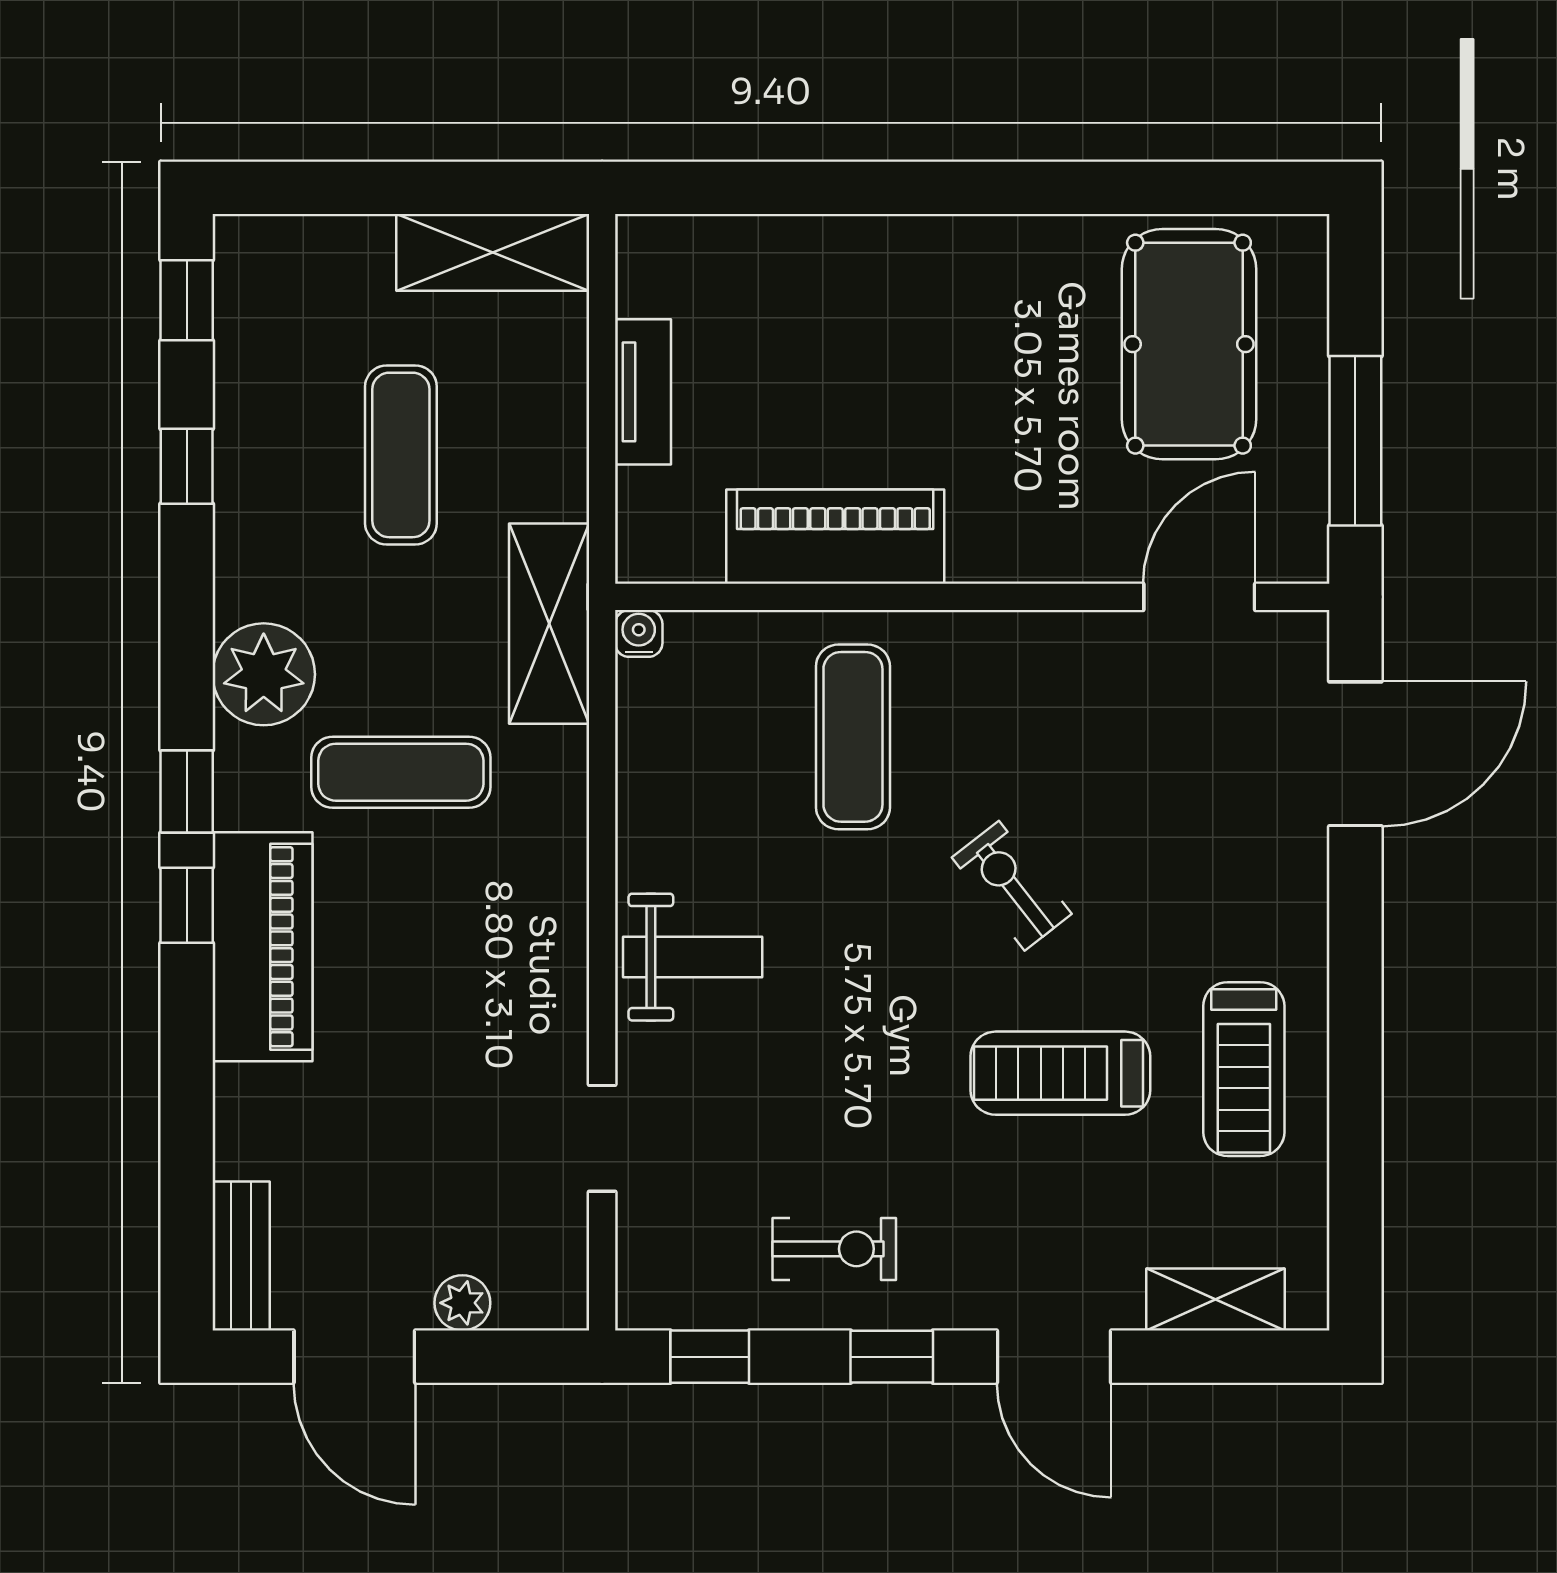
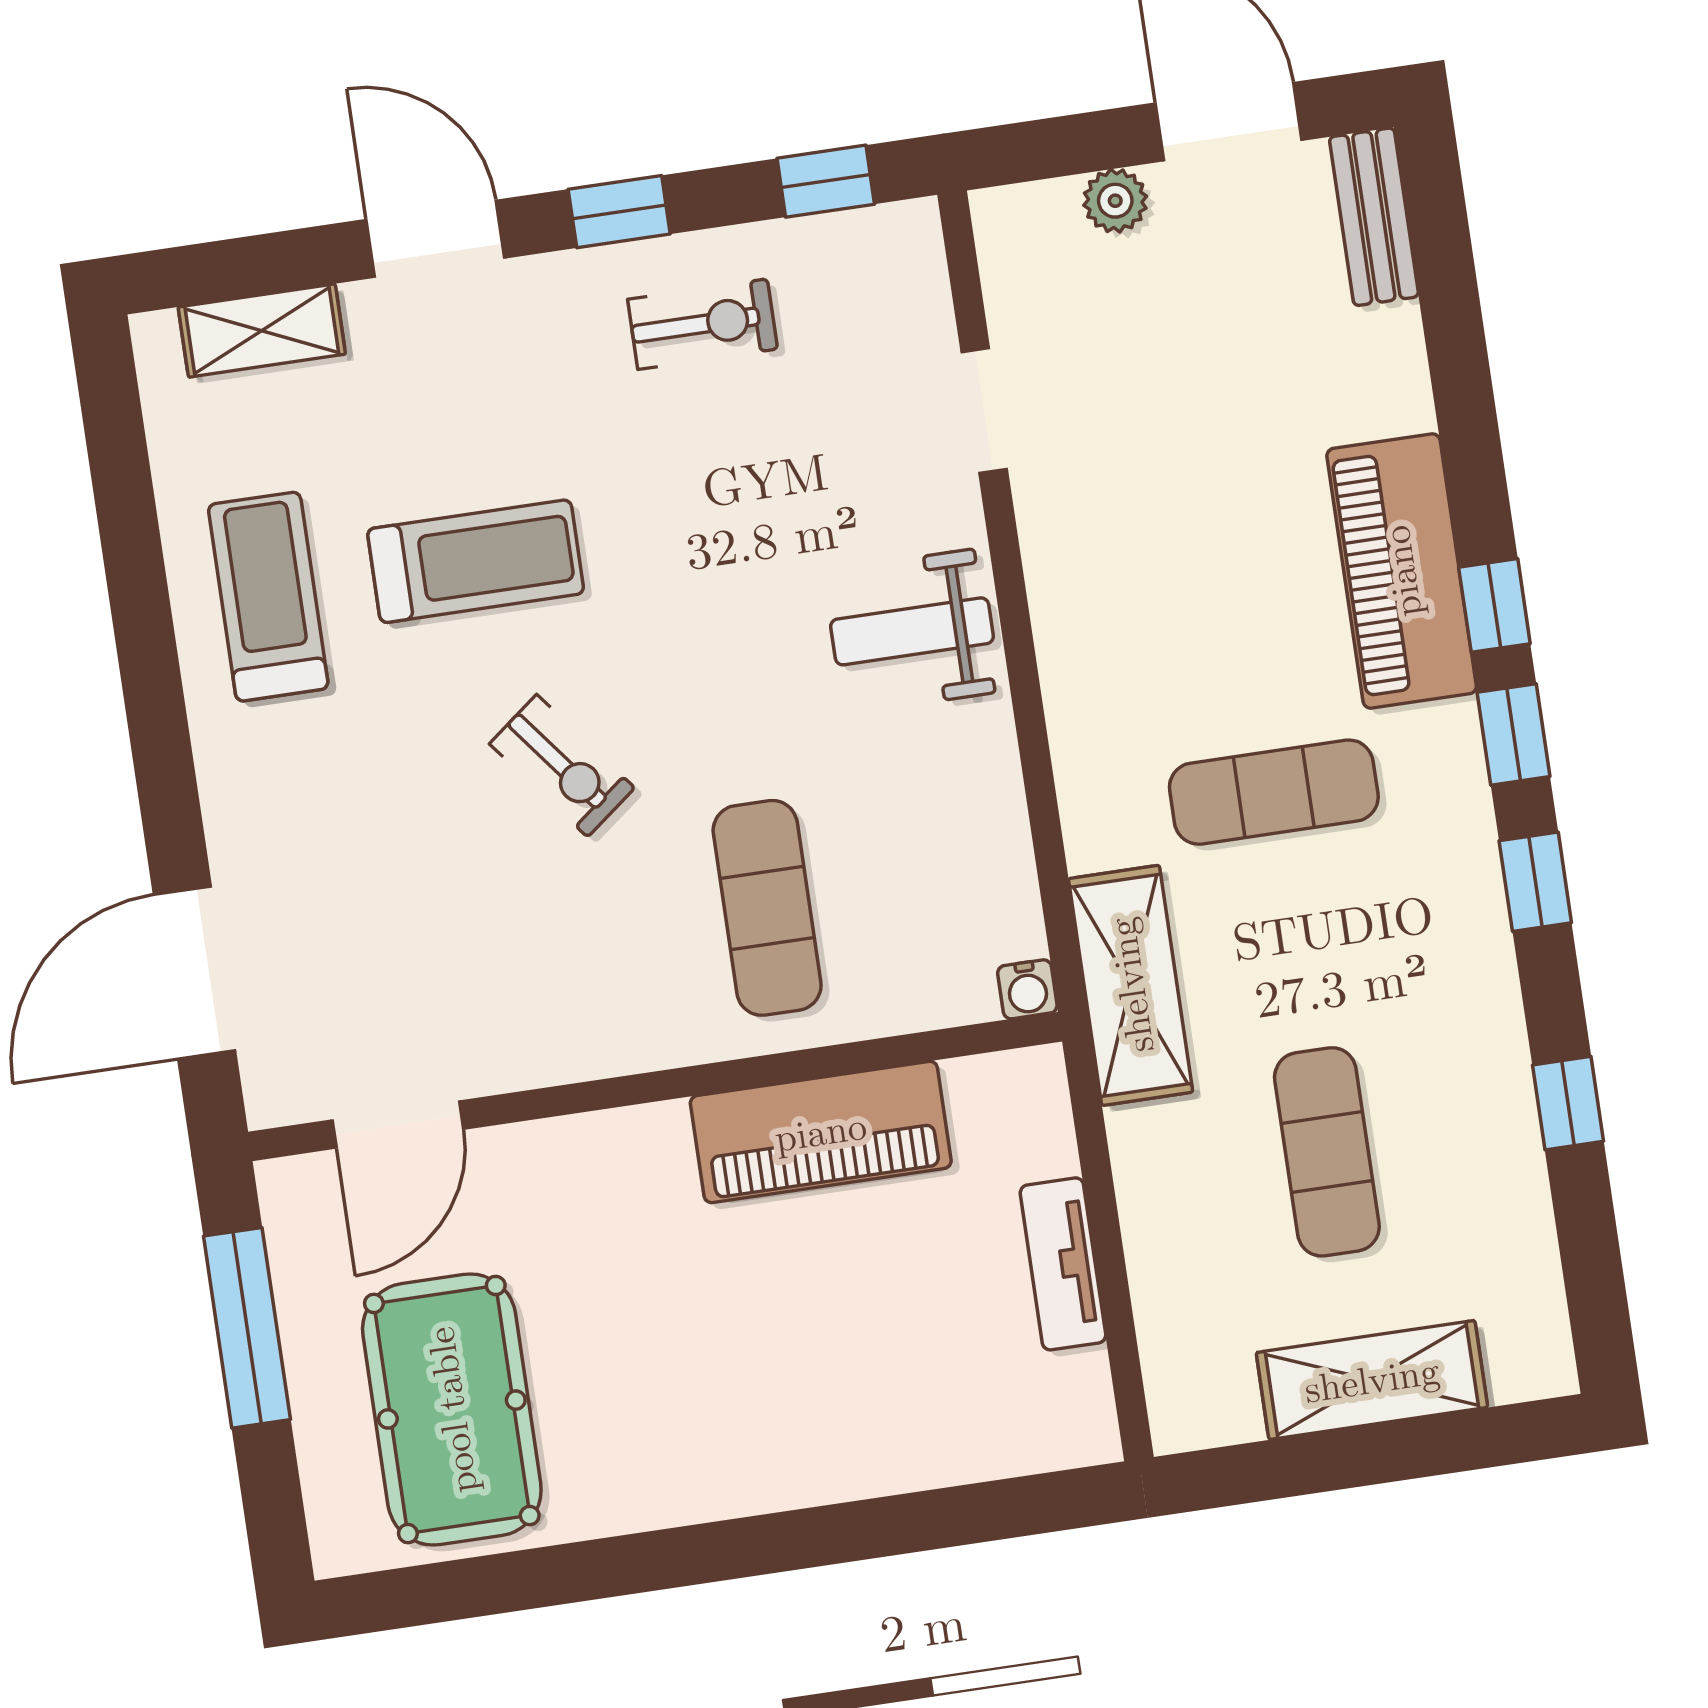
shelving: (493, 252) -> (1372, 1380), moved
window: (187, 300) -> (1535, 882), moved
plant: (264, 674) -> (1446, 880), removed
exercise bike: (834, 1249) -> (703, 324), turned 180

